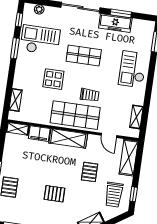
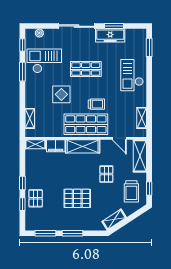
pallet: (54, 194) -> (77, 198), width x1.50, depth x1.42

